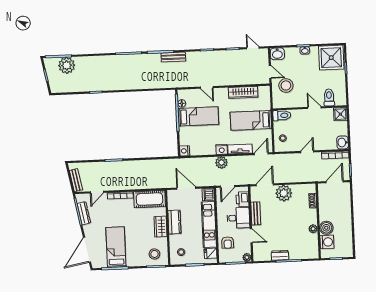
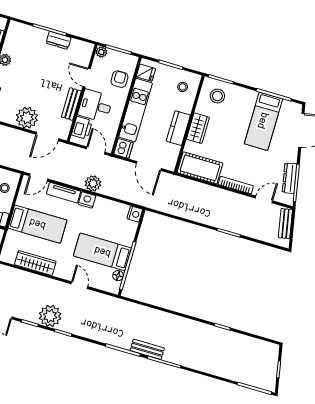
bench: (173, 57) -> (147, 349), moved
plant: (67, 65) -> (50, 316), moved
door: (227, 186) -> (96, 150), hinge flipped

